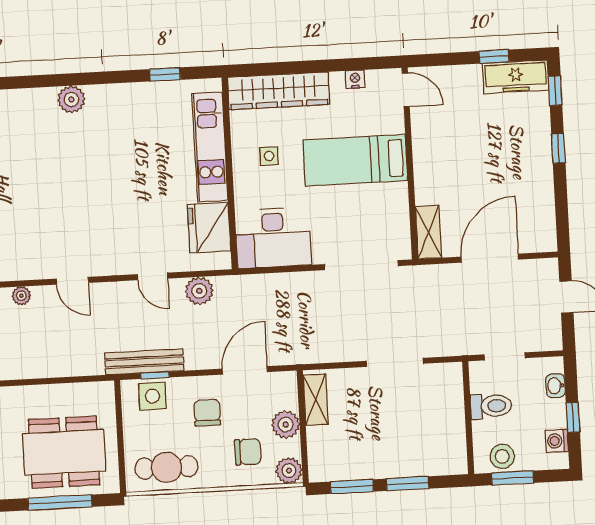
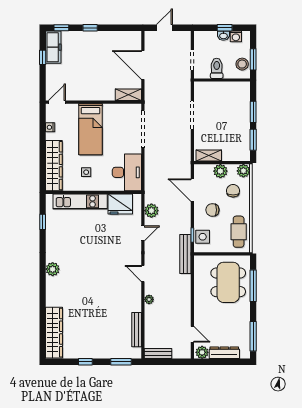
door: (73, 281) -> (143, 273), swing flipped
bench: (144, 362) -> (185, 254), moved
washbasin: (555, 386) -> (223, 36), moved

